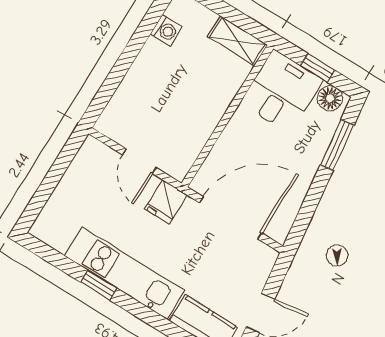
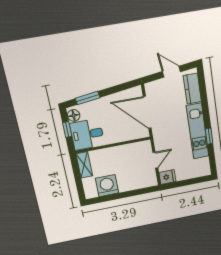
washing machine: (166, 30) -> (107, 186), width x1.89, depth x1.89
fridge: (166, 202) -> (167, 177), moved

